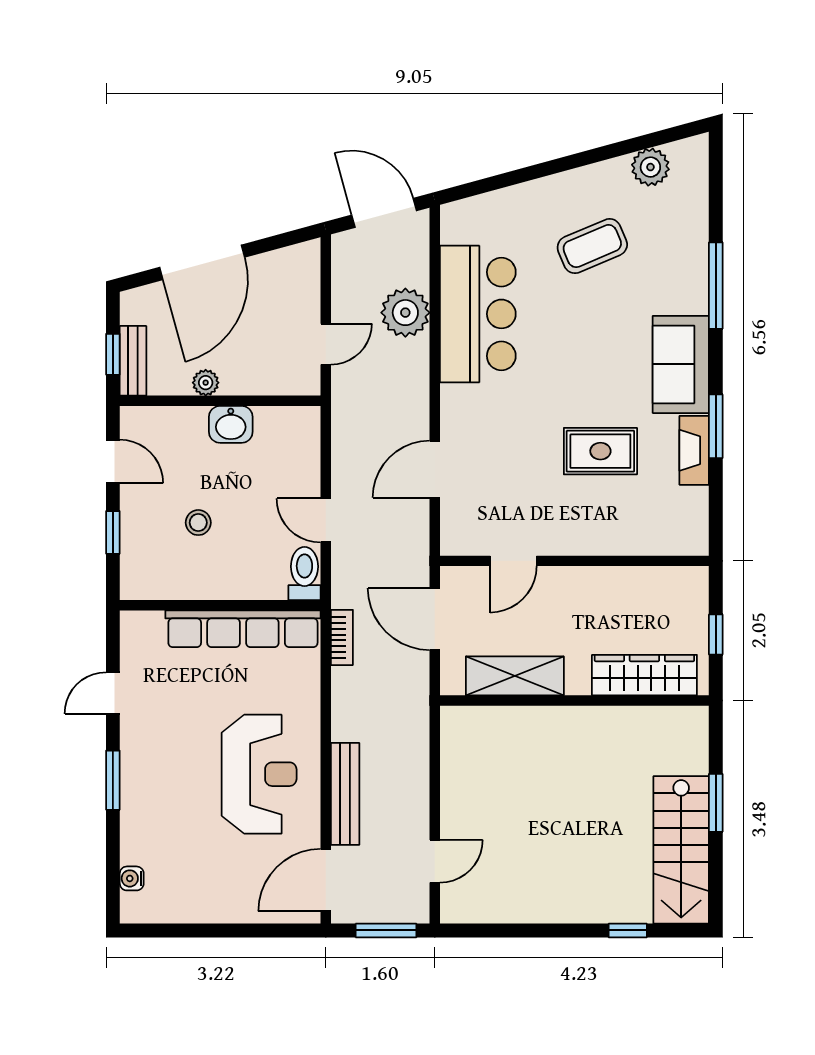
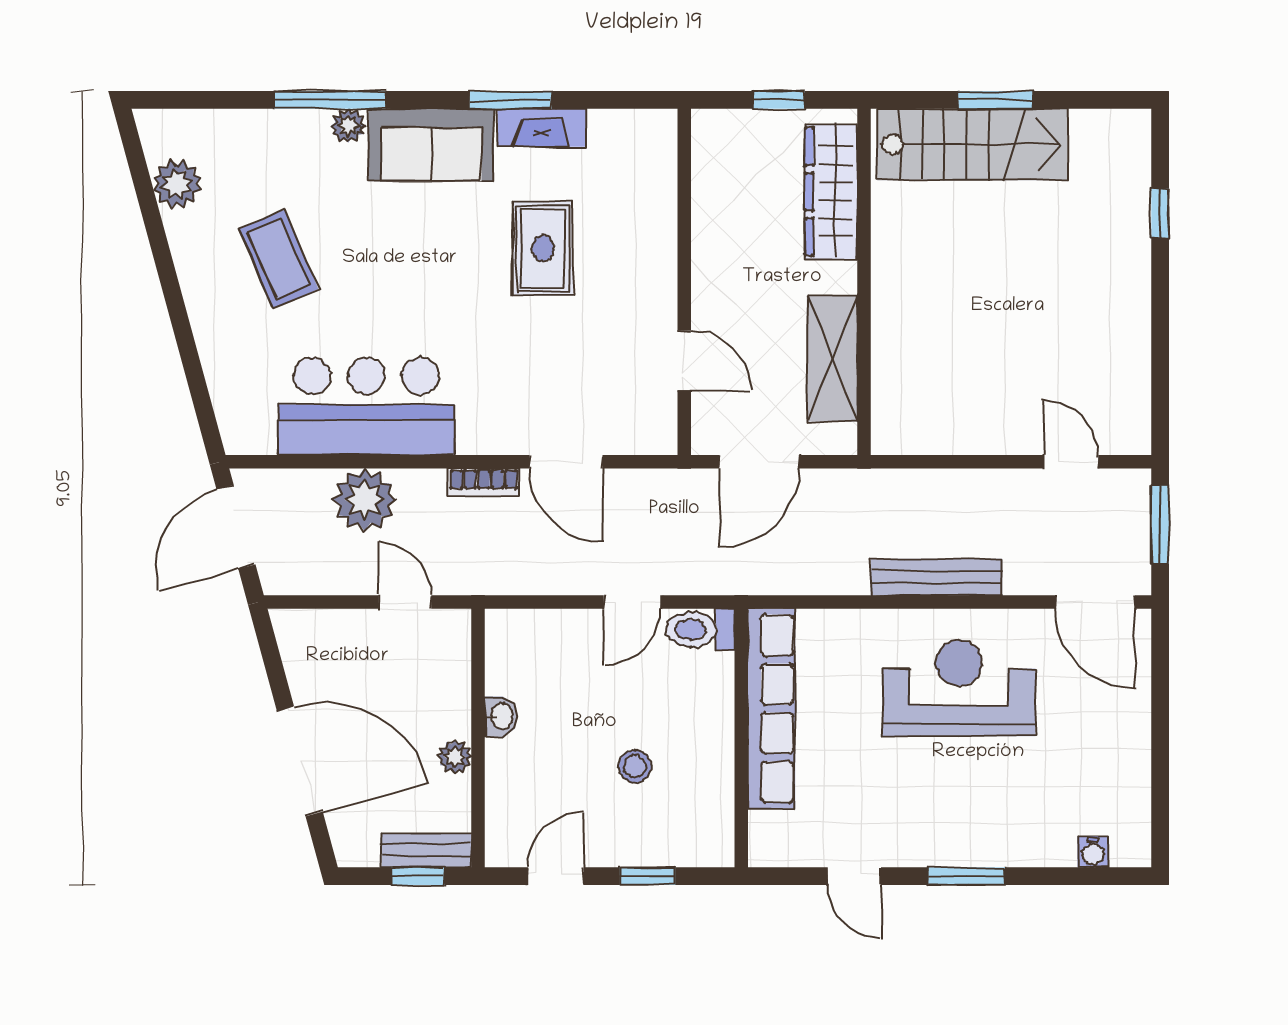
plant: (696, 300) -> (348, 126), added
washbasin: (231, 424) -> (501, 717), width x0.72, depth x0.69
bookcase: (342, 637) -> (484, 483), moved, turned 180
bench: (345, 794) -> (936, 577), moved
stairs: (681, 850) -> (972, 144), moved

